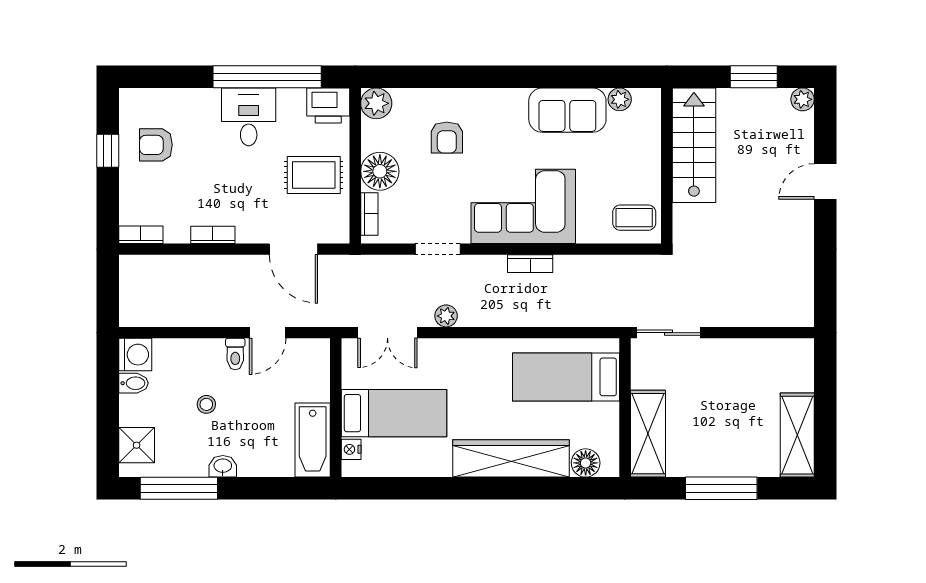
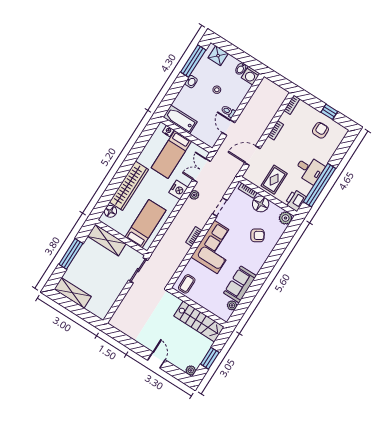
armchair: (447, 138) -> (257, 235), turned 149
nightstand: (456, 354) -> (178, 190), added

